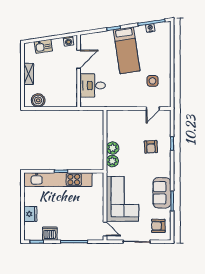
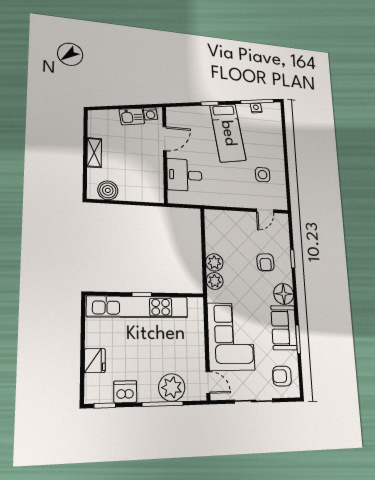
kitchen sink: (43, 46) -> (132, 117), moved
floor lamp: (163, 169) -> (284, 294), added
plant: (80, 232) -> (172, 387), added

